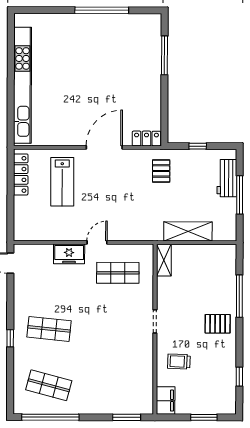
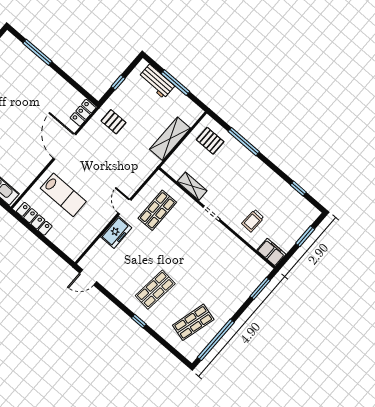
shelving: (164, 260) -> (192, 186), moved
pallet: (218, 324) -> (210, 141), moved, turned 90

